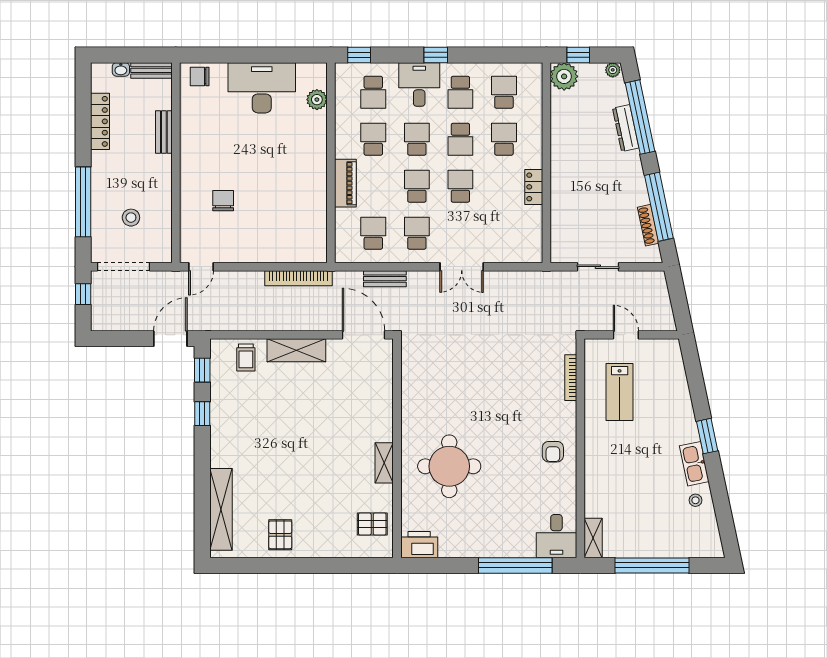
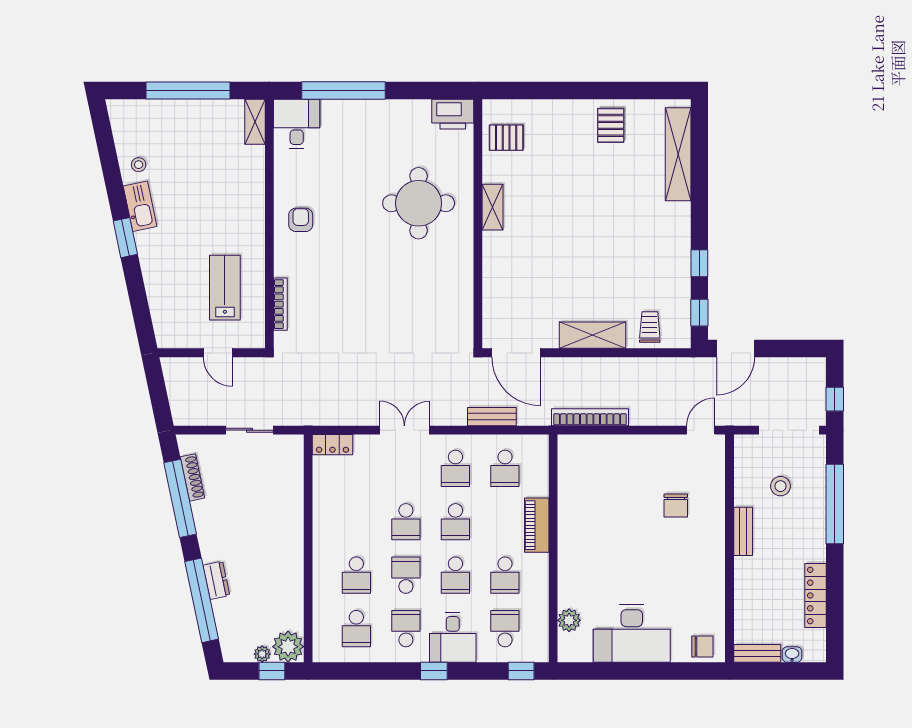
plant: (613, 70) -> (262, 654), moved
dresser: (626, 128) -> (216, 580), width x0.70
bench: (164, 132) -> (743, 531), moved
locker: (534, 187) -> (332, 445), moved, turned 90

